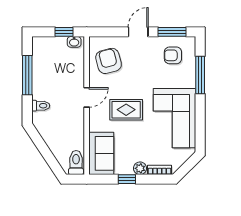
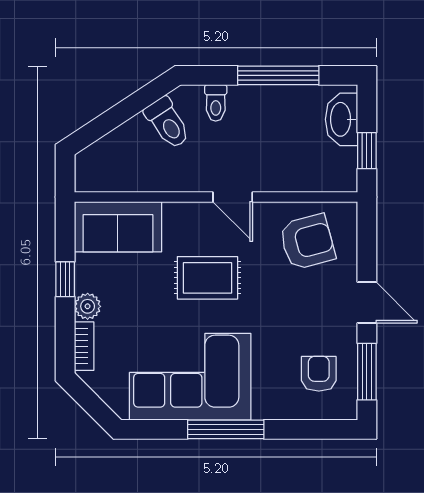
washbasin: (74, 42) -> (341, 119), moved, width x1.91, depth x1.45
window: (200, 75) -> (226, 429), moved
rug: (126, 110) -> (207, 278), turned 90
toilet: (76, 163) -> (168, 123), moved, turned 57

